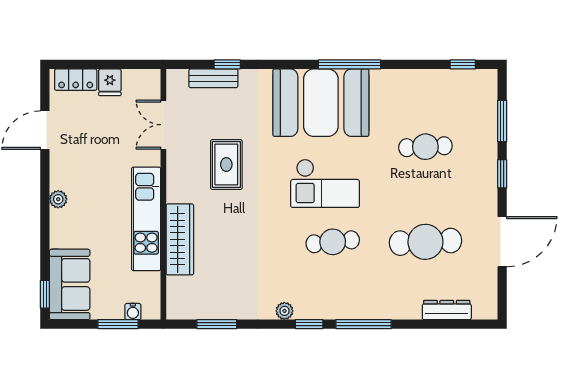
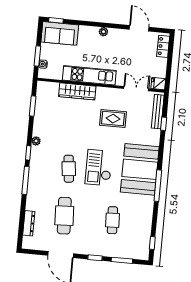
bench: (213, 78) -> (158, 112), width x1.36
fridge: (110, 82) -> (158, 84), moved

